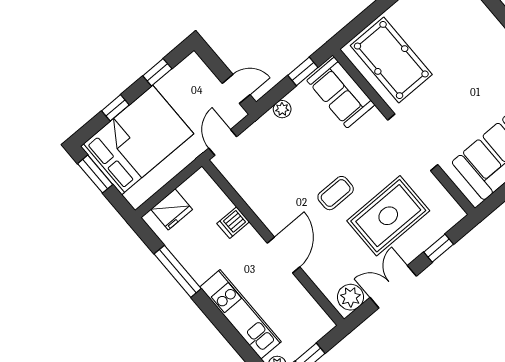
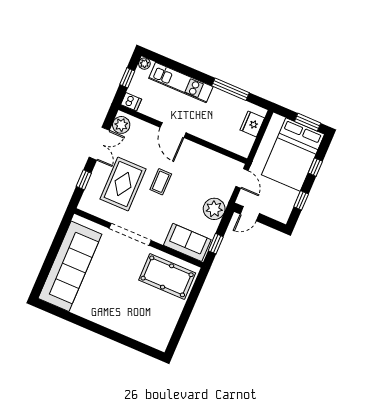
plant: (282, 109) -> (214, 209), width x1.87, depth x1.87
dishwasher: (233, 223) -> (131, 102), moved, turned 90

